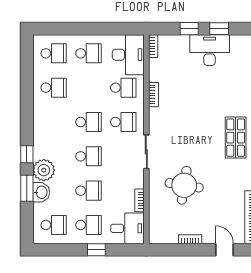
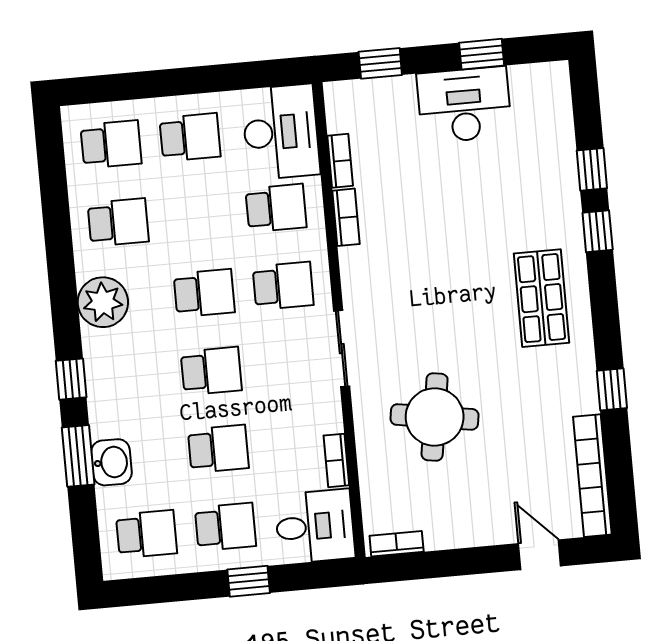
window: (189, 29) -> (380, 63), moved
bookcase: (153, 46) -> (340, 161), moved
plant: (44, 170) -> (103, 302), moved
bookcase: (190, 239) -> (397, 544), moved

